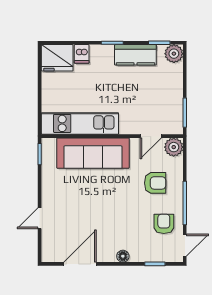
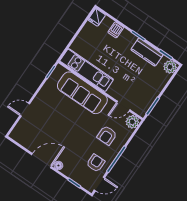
fridge: (57, 58) -> (97, 17), width x0.53, depth x0.75
armchair: (155, 183) -> (107, 135), turned 90
door: (80, 264) -> (42, 161), moved

